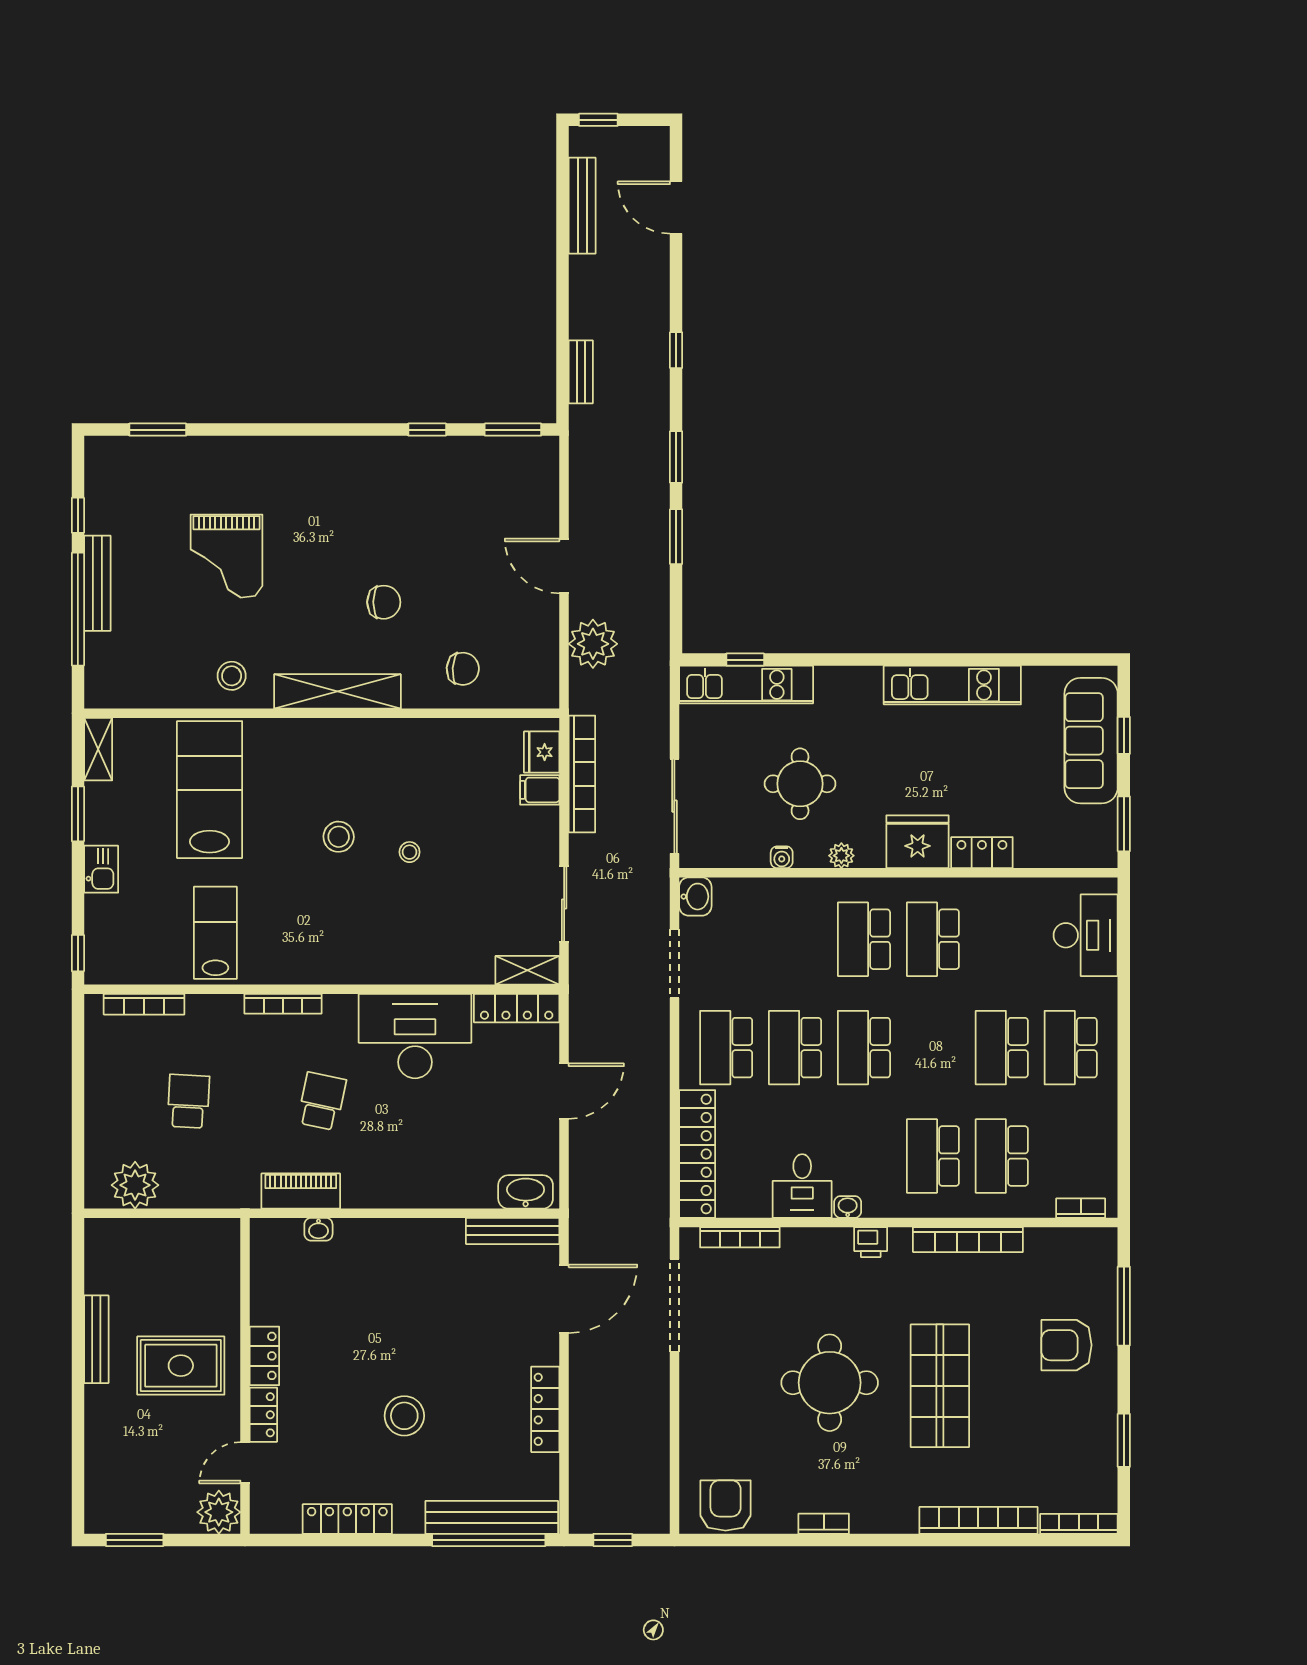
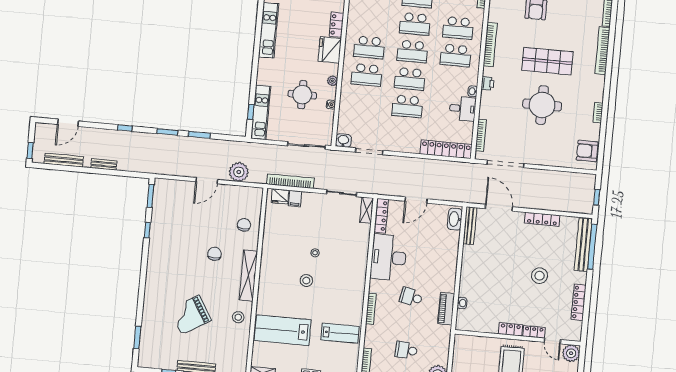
bench: (581, 372) -> (104, 164), moved
grand piano: (226, 556) -> (190, 315), turned 149
lab bench: (215, 933) -> (340, 333), turned 180
school desk: (726, 1048) -> (412, 51), moved
door: (564, 1091) -> (416, 200), swing flipped

